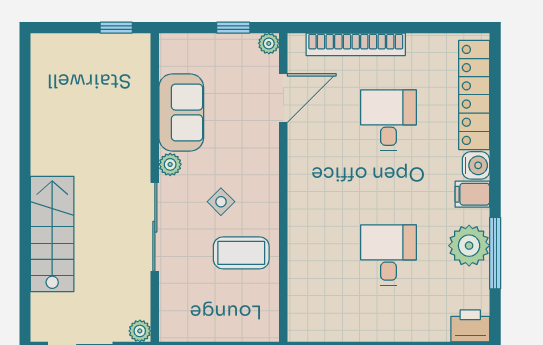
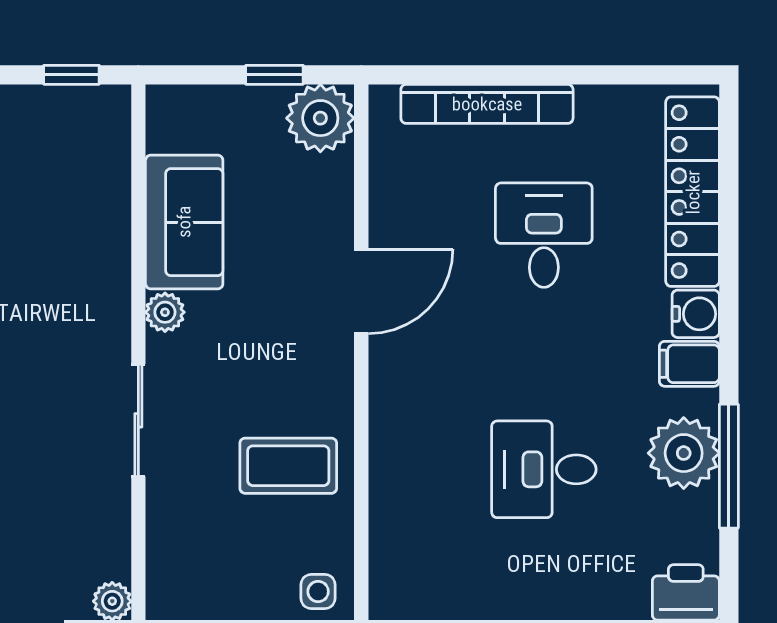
plant: (269, 43) -> (320, 118), width x1.88, depth x1.88
door: (283, 98) -> (361, 291), moved
side table: (221, 202) -> (318, 591), moved, turned 45
sliding door: (155, 227) -> (138, 420), width x0.73
desk: (388, 255) -> (544, 469), turned -90

